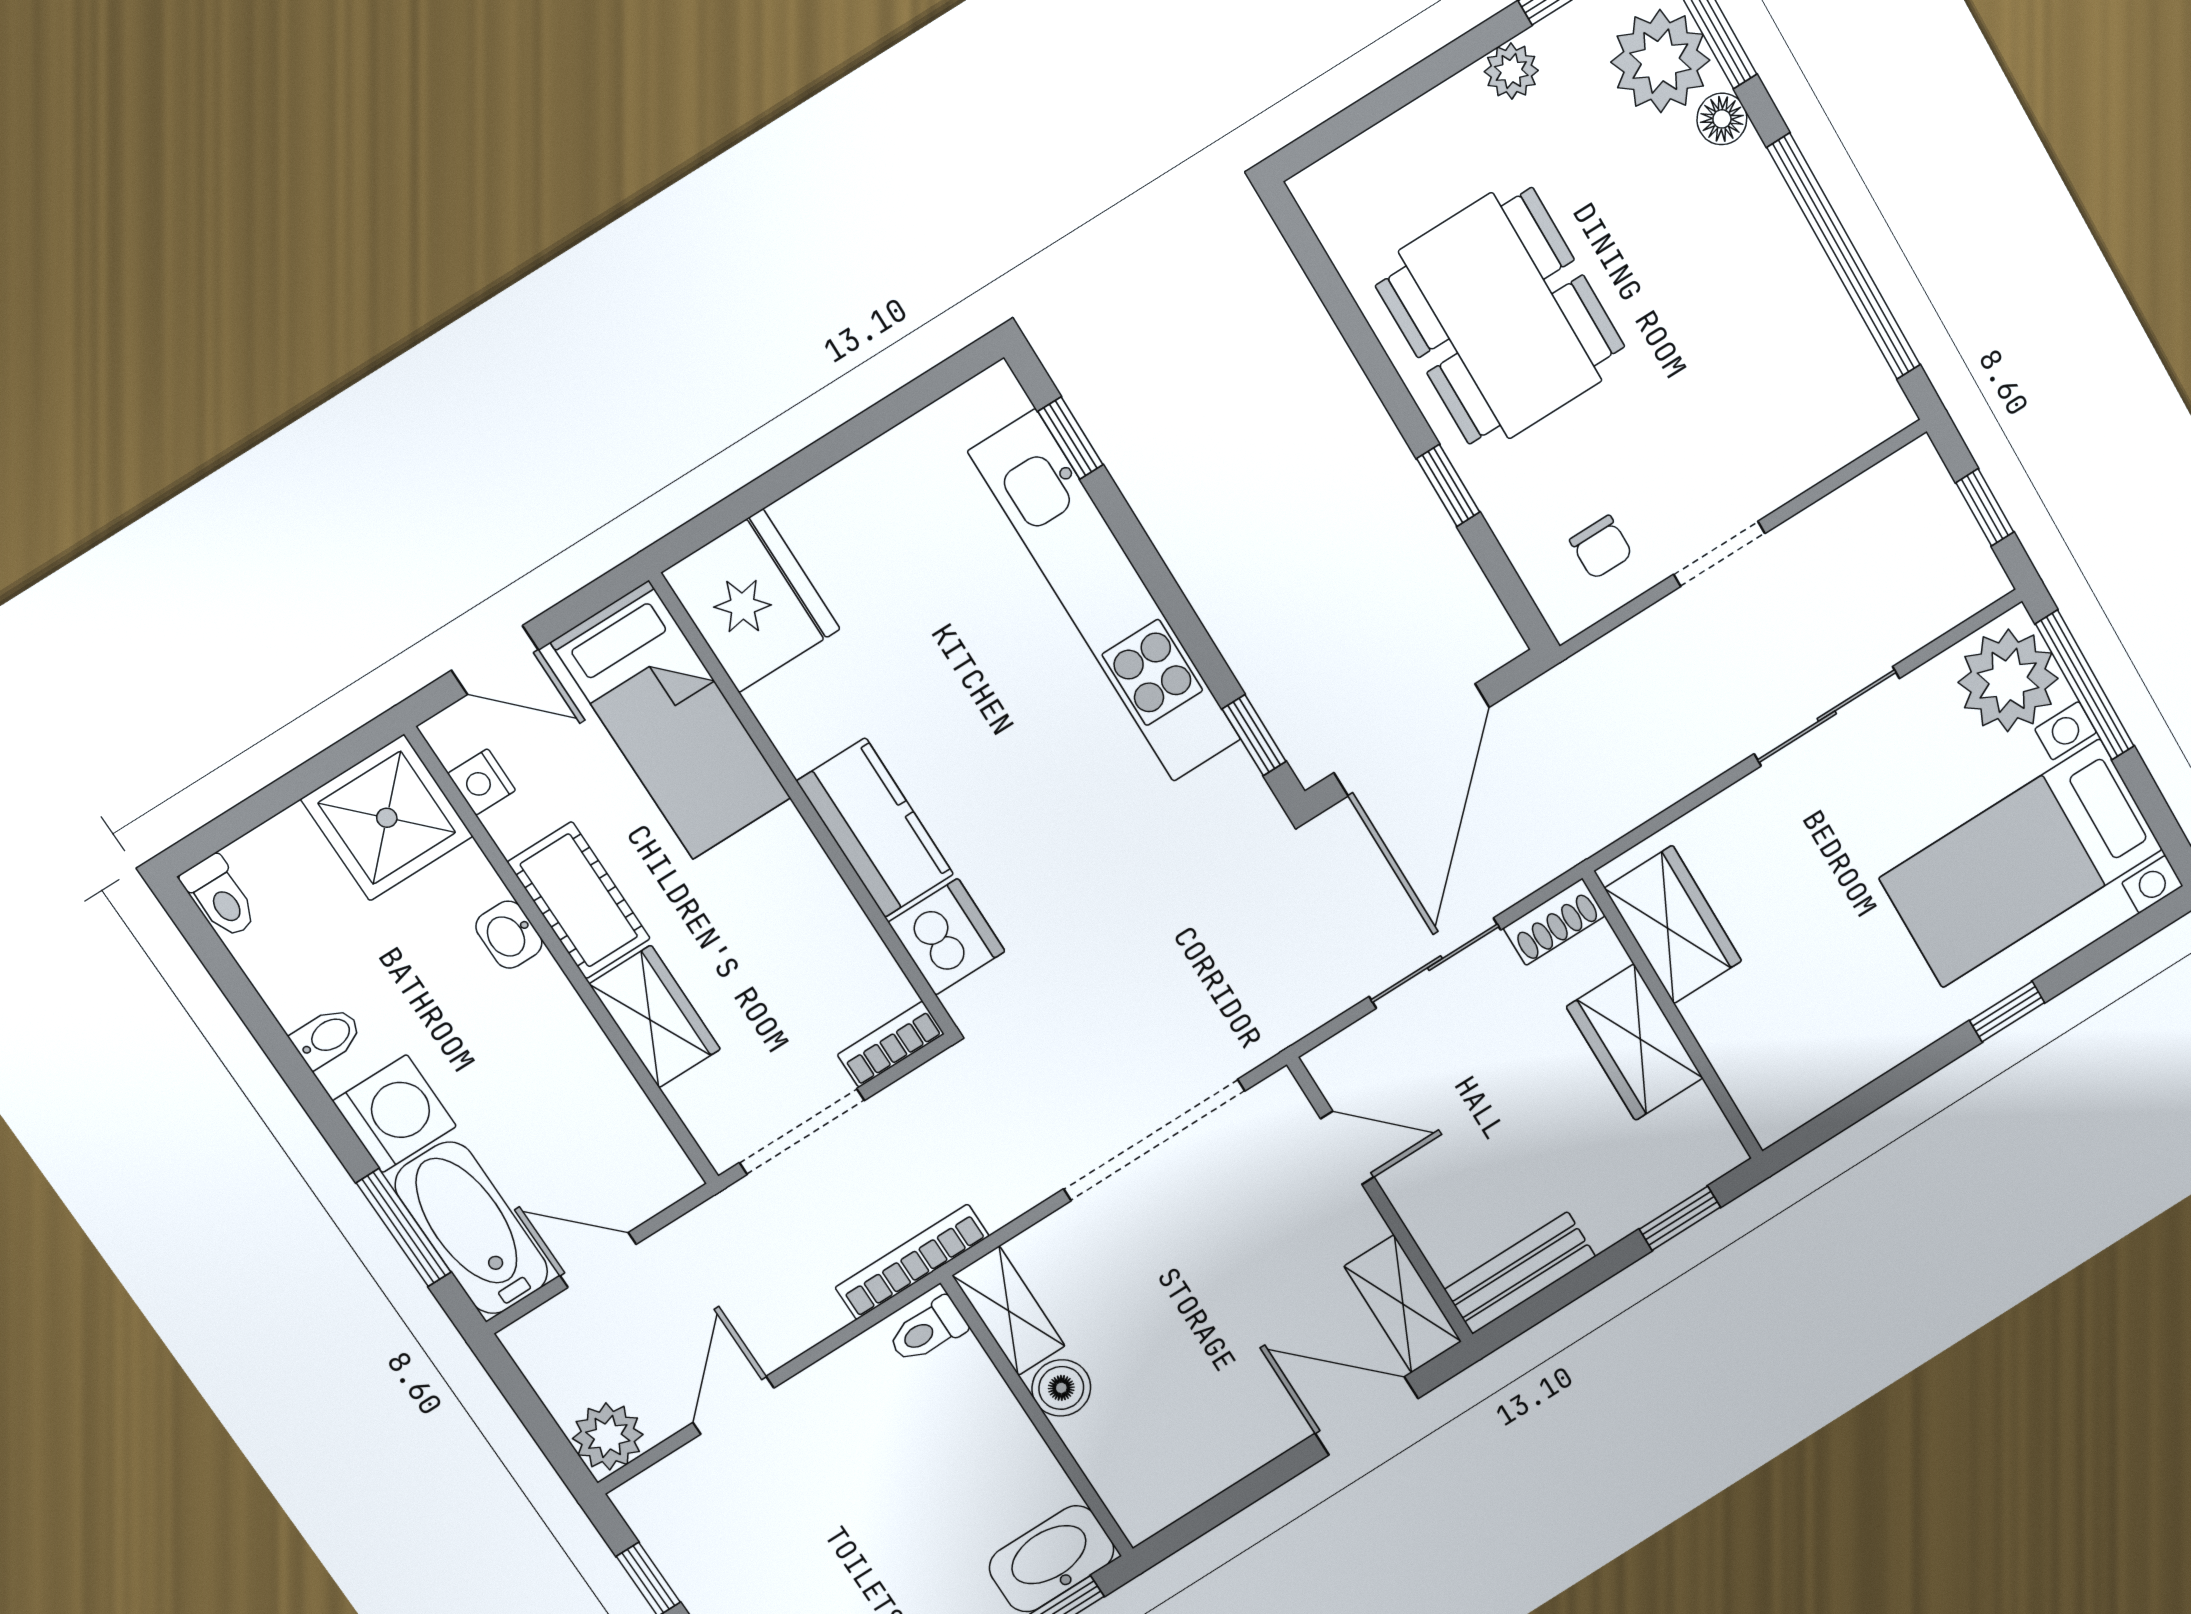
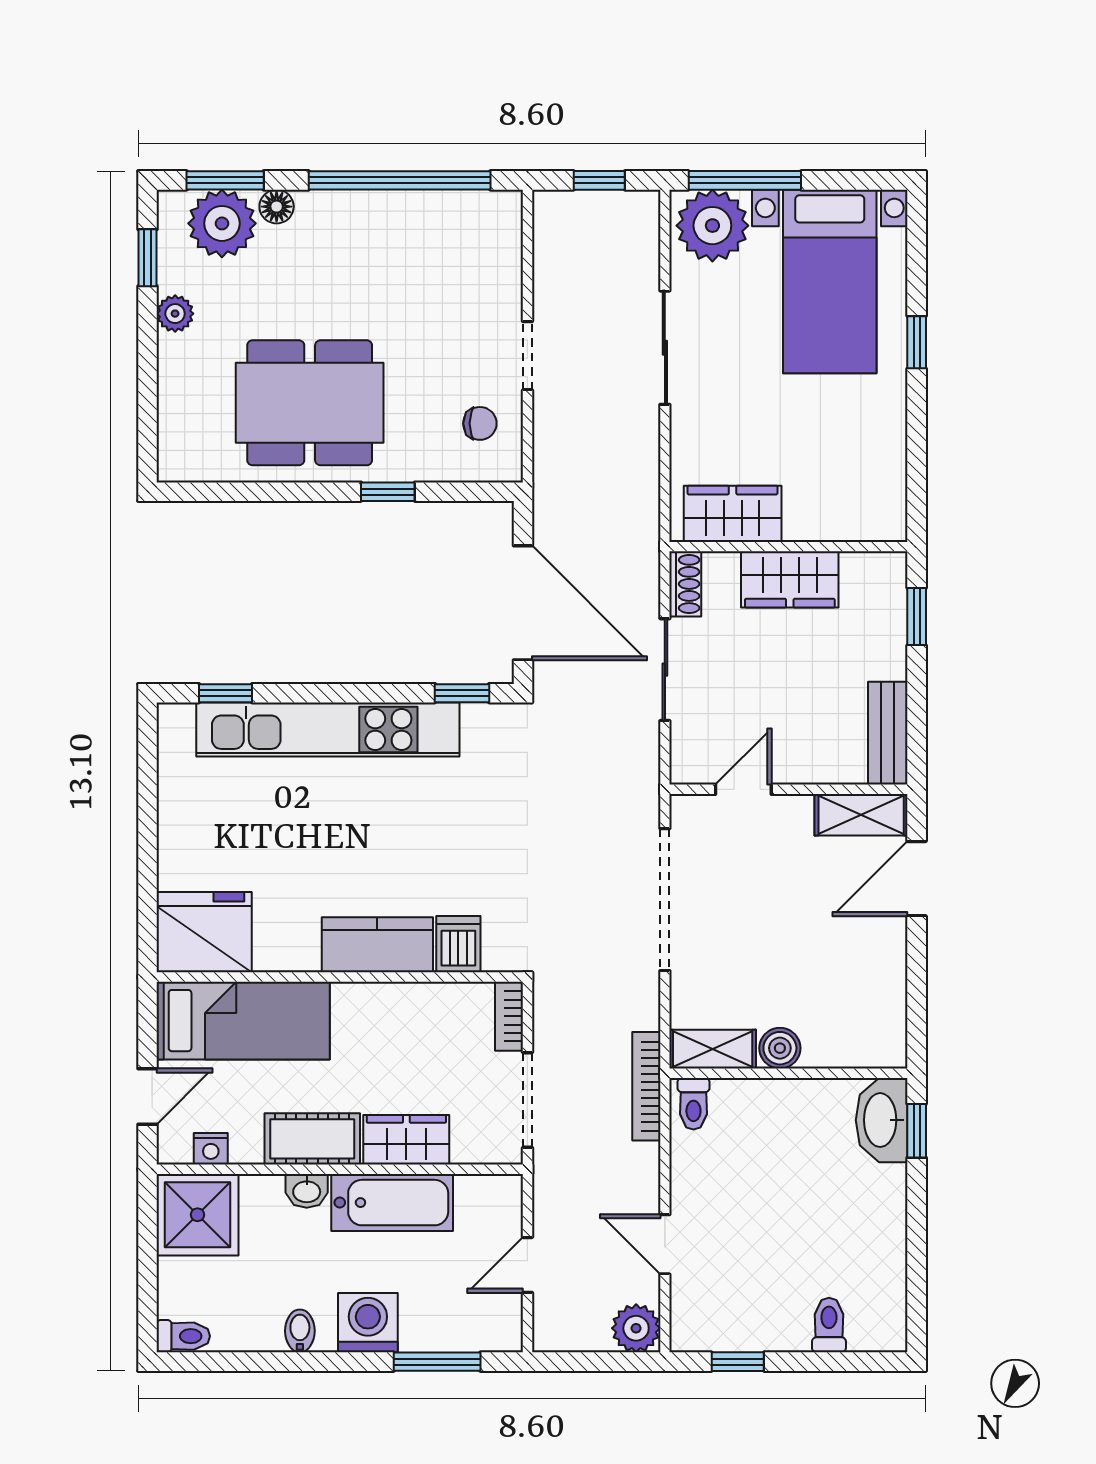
dishwasher: (947, 937) -> (458, 944), width x0.73
bathtub: (472, 1228) -> (392, 1203), moved, turned 180

